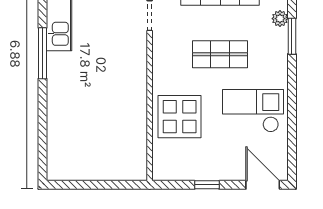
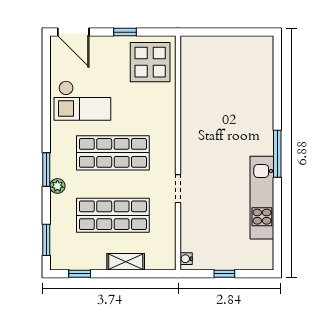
shop shelf: (220, 54) -> (113, 153), width x1.43, depth x1.36
display table: (180, 117) -> (150, 62), moved

